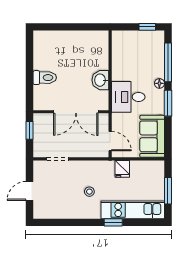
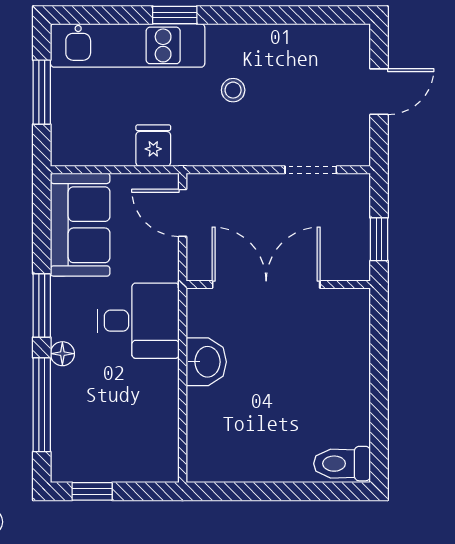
toilet: (45, 78) -> (342, 464), moved

